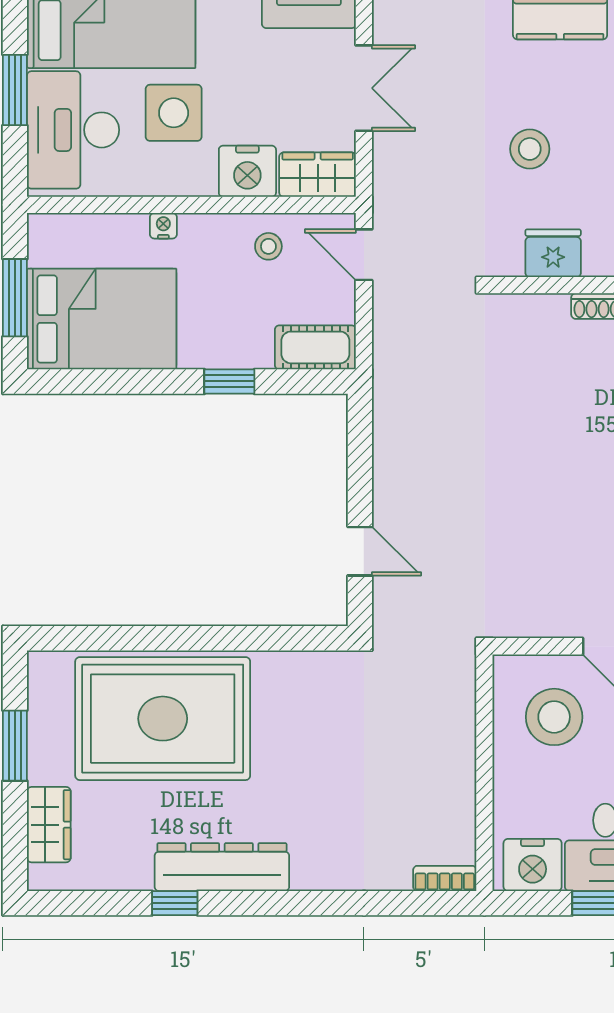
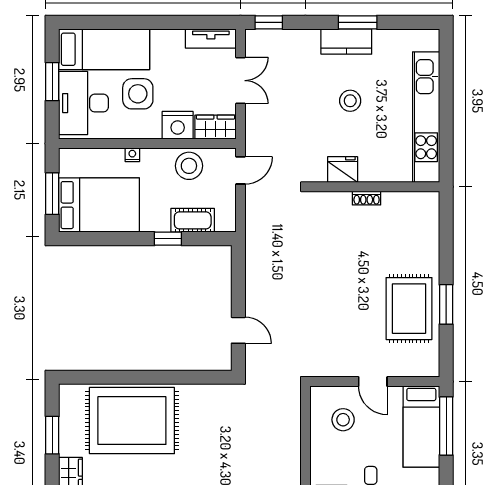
stool: (530, 149) -> (350, 101), moved
stool: (268, 246) -> (189, 166), width x1.89, depth x1.89
door: (364, 255) -> (241, 170), swing flipped
cot: (315, 347) -> (193, 220), moved
stool: (554, 717) -> (343, 420), width x0.73, depth x0.73

